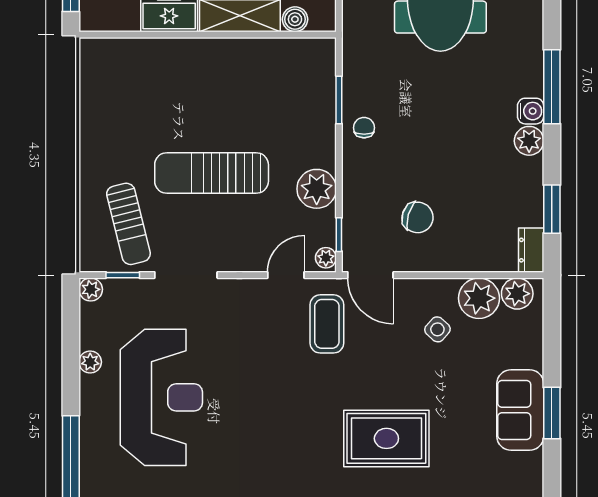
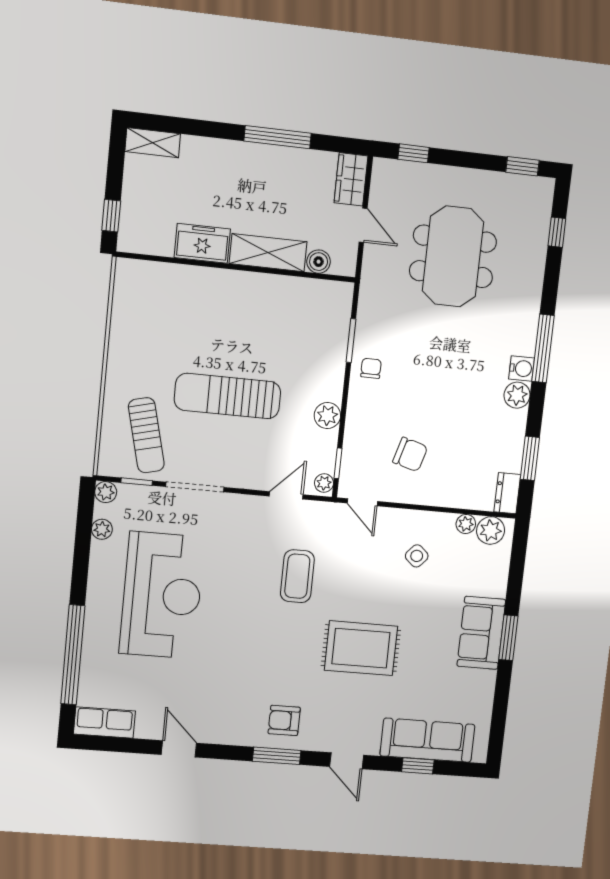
plant: (317, 189) -> (327, 416), width x0.73, depth x0.73
door: (370, 275) -> (362, 502), width x0.73
plant: (479, 298) -> (466, 524), width x0.53, depth x0.53
coffee table: (327, 324) -> (297, 576), moved
plant: (90, 362) -> (102, 529), moved

